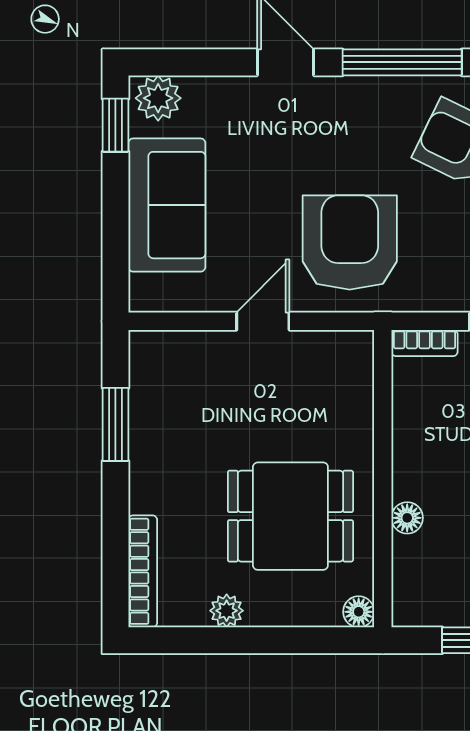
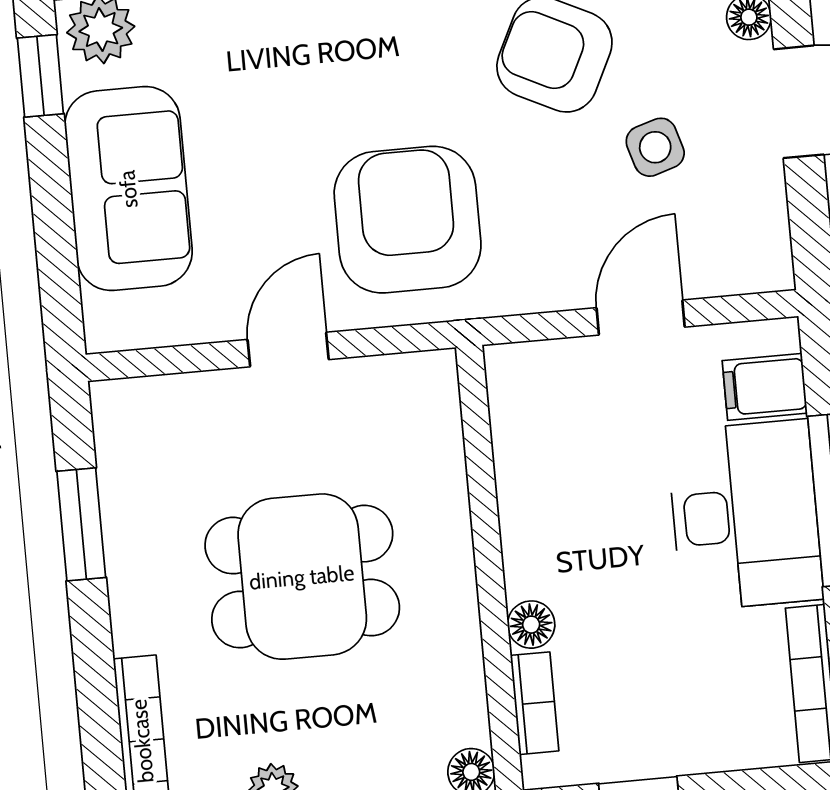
bookcase: (425, 343) -> (535, 703), moved, turned -90
dining table: (290, 516) -> (302, 577), moved

